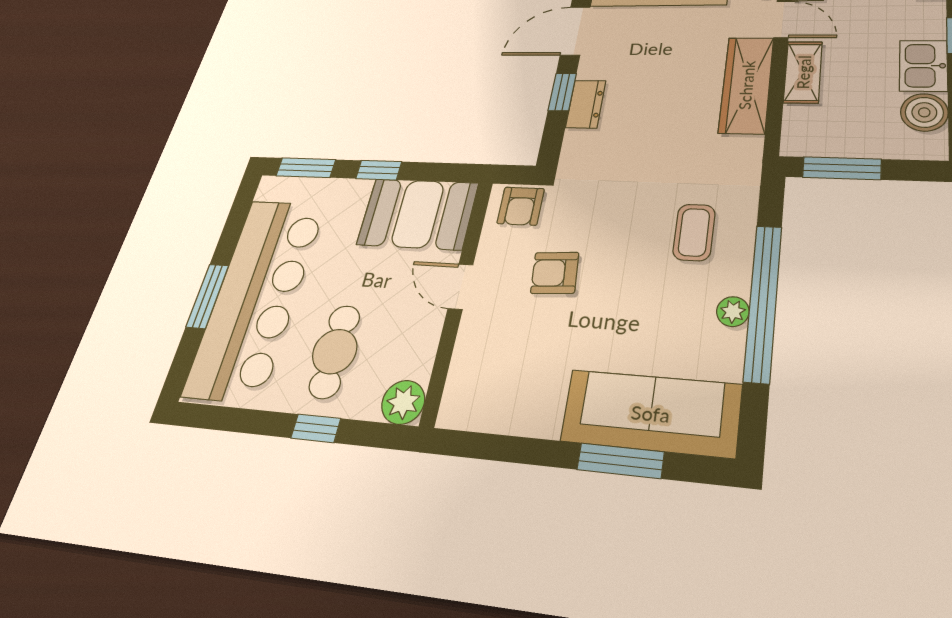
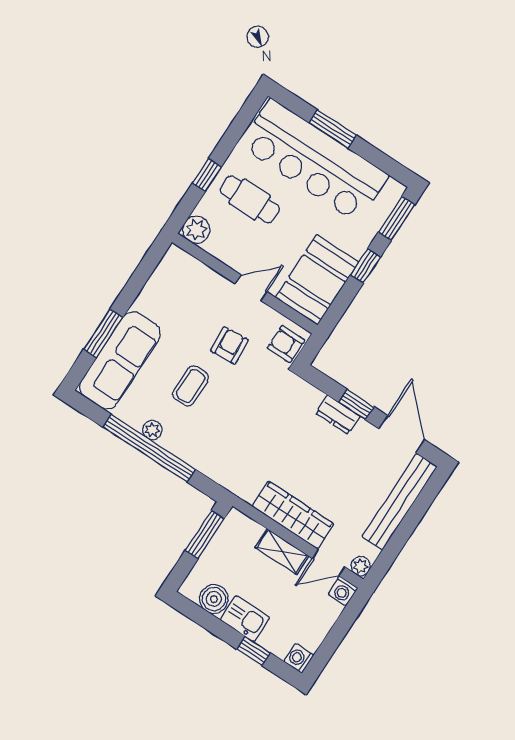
coffee table: (694, 232) -> (191, 386), moved, turned 90

